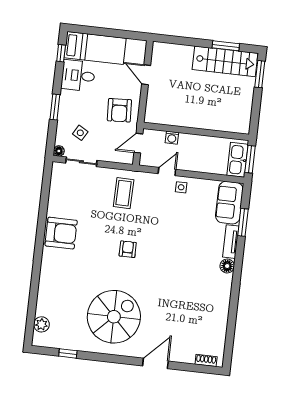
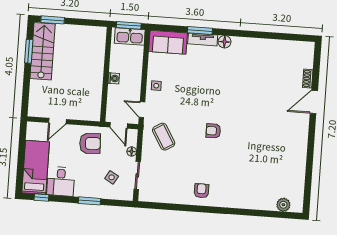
washing machine: (172, 138) -> (114, 78), moved
floor lamp: (59, 151) -> (132, 151), moved
door: (167, 171) -> (142, 110), moved
coffee table: (124, 193) -> (164, 137), turned 58
window: (243, 222) -> (200, 30), moved
armchair: (61, 233) -> (201, 191), width x0.53, depth x0.53
spiral stairs: (114, 317) -> (274, 141), removed
window: (68, 353) -> (308, 180), removed
shoe rack: (206, 360) -> (308, 79), moved
door: (155, 363) -> (314, 102), hinge flipped

